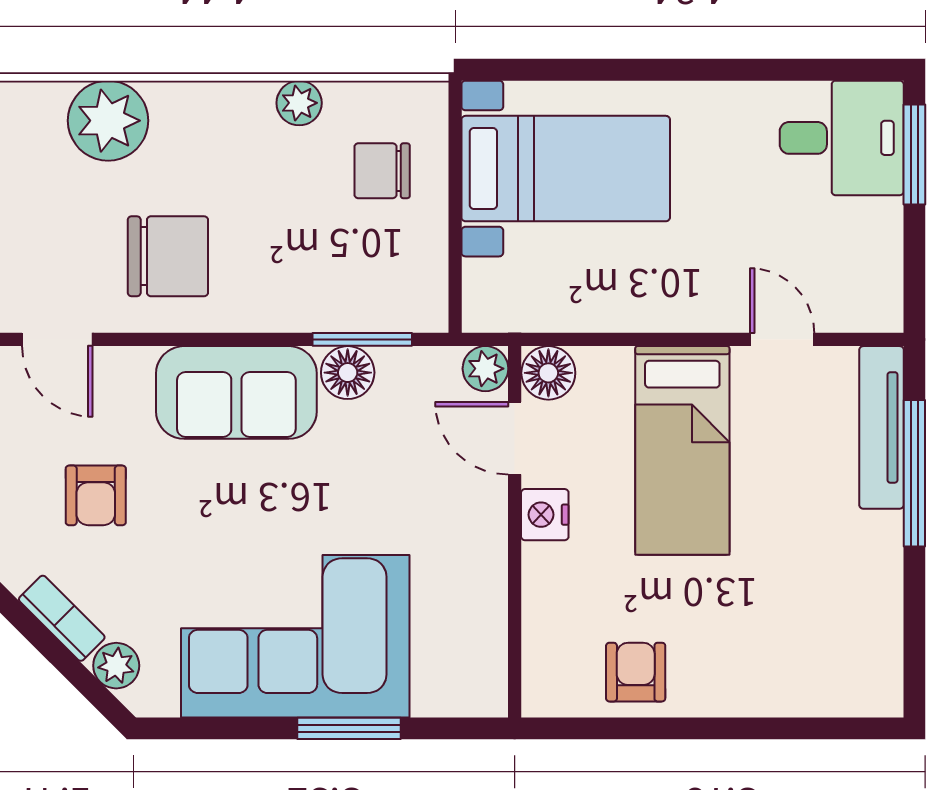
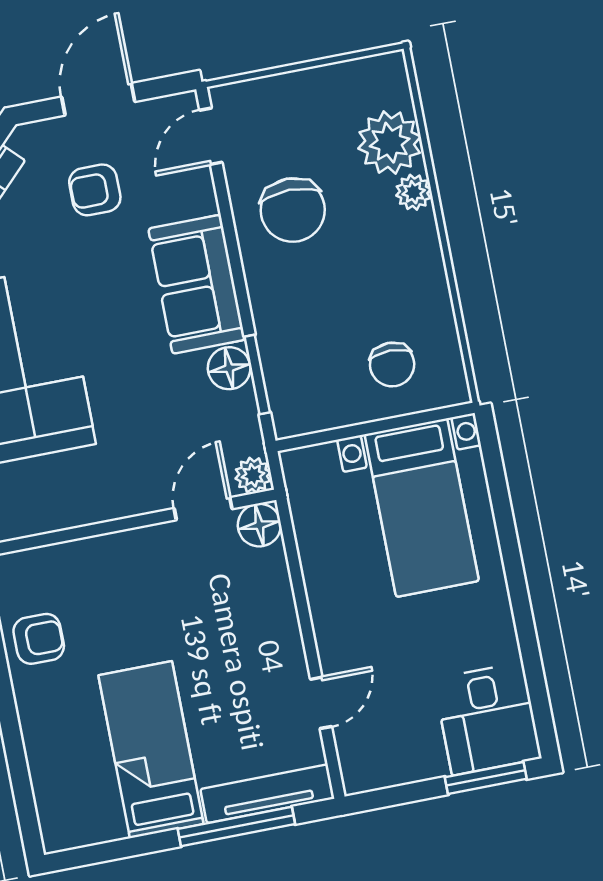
plant: (299, 103) -> (414, 192), moved
chair: (382, 171) -> (392, 364), turned 180
bed: (682, 450) -> (151, 750), moved, turned 90
nightstand: (545, 515) -> (148, 544), removed

